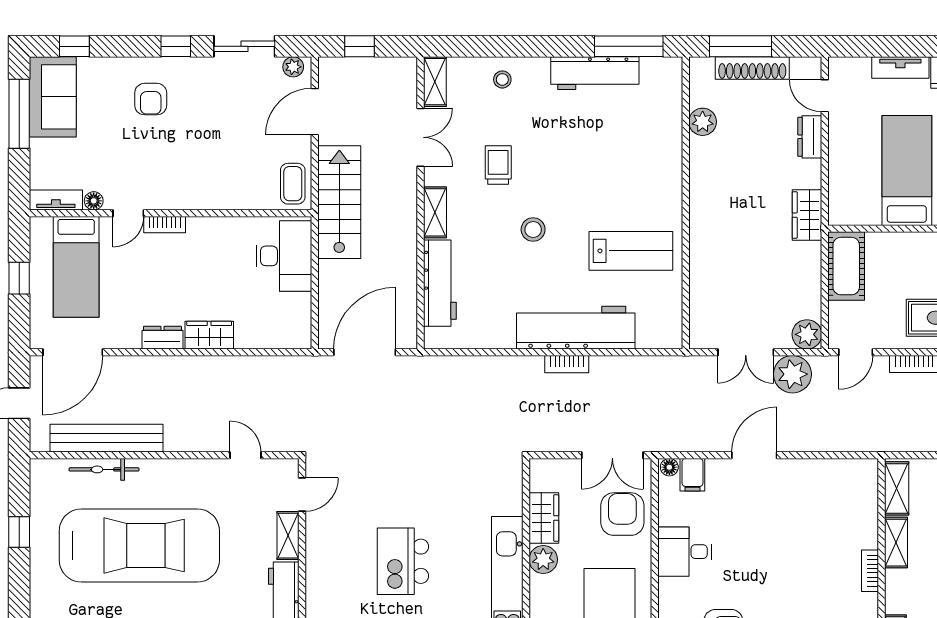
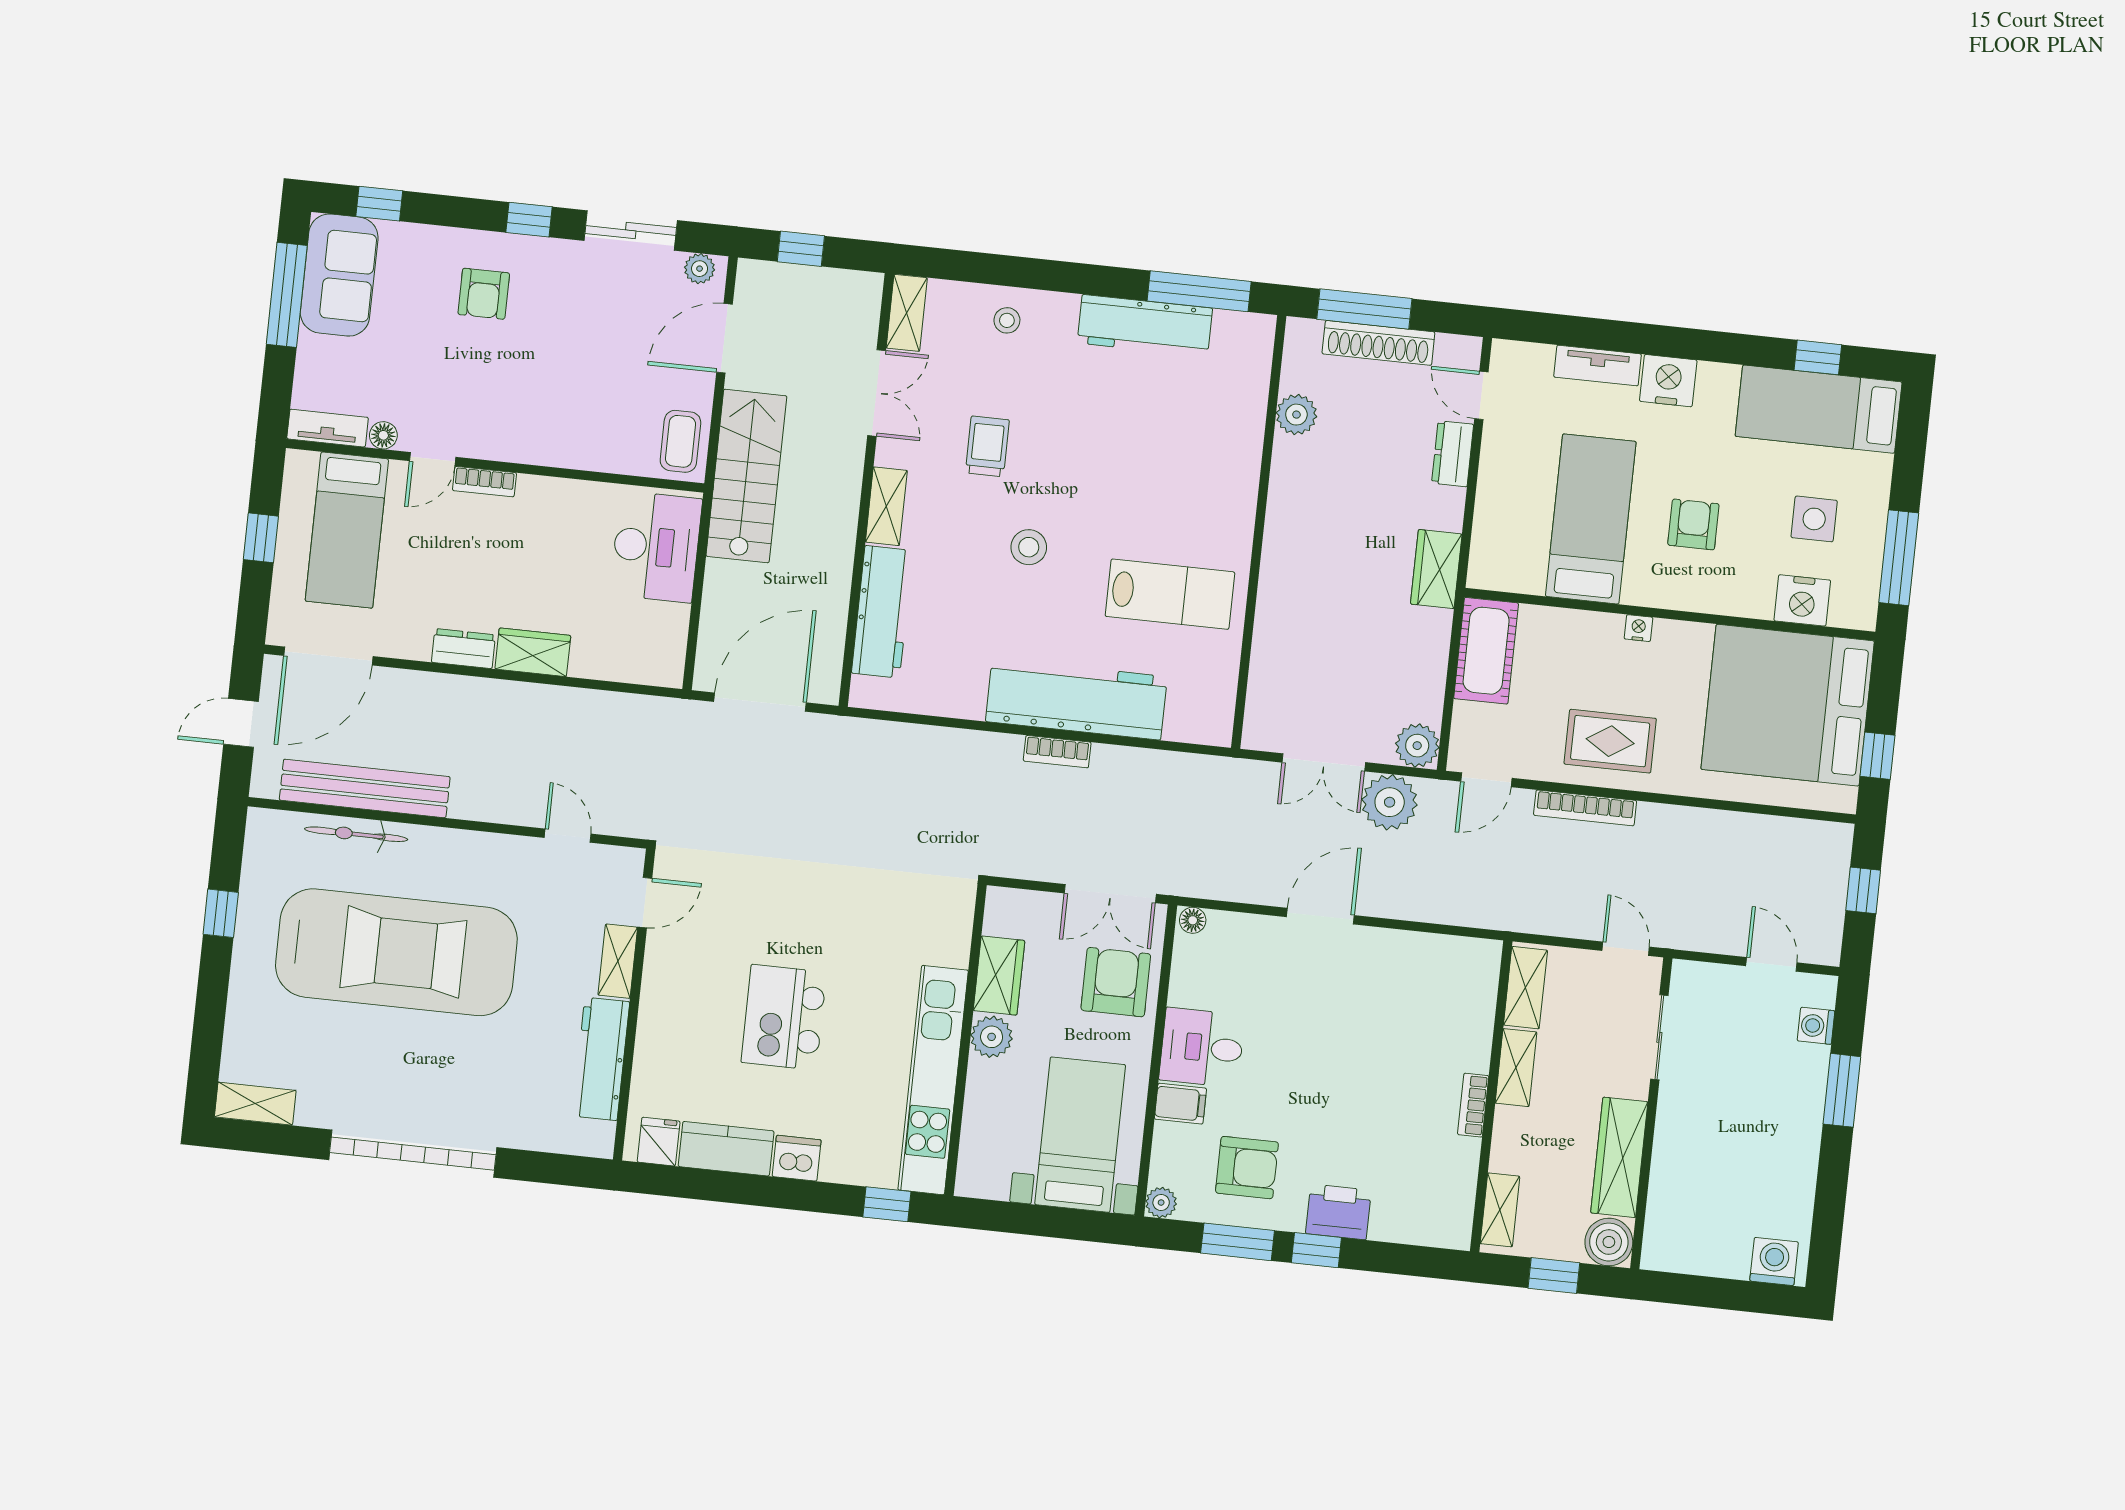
filing cabinet: (692, 475) -> (1180, 1104), moved, turned -90

